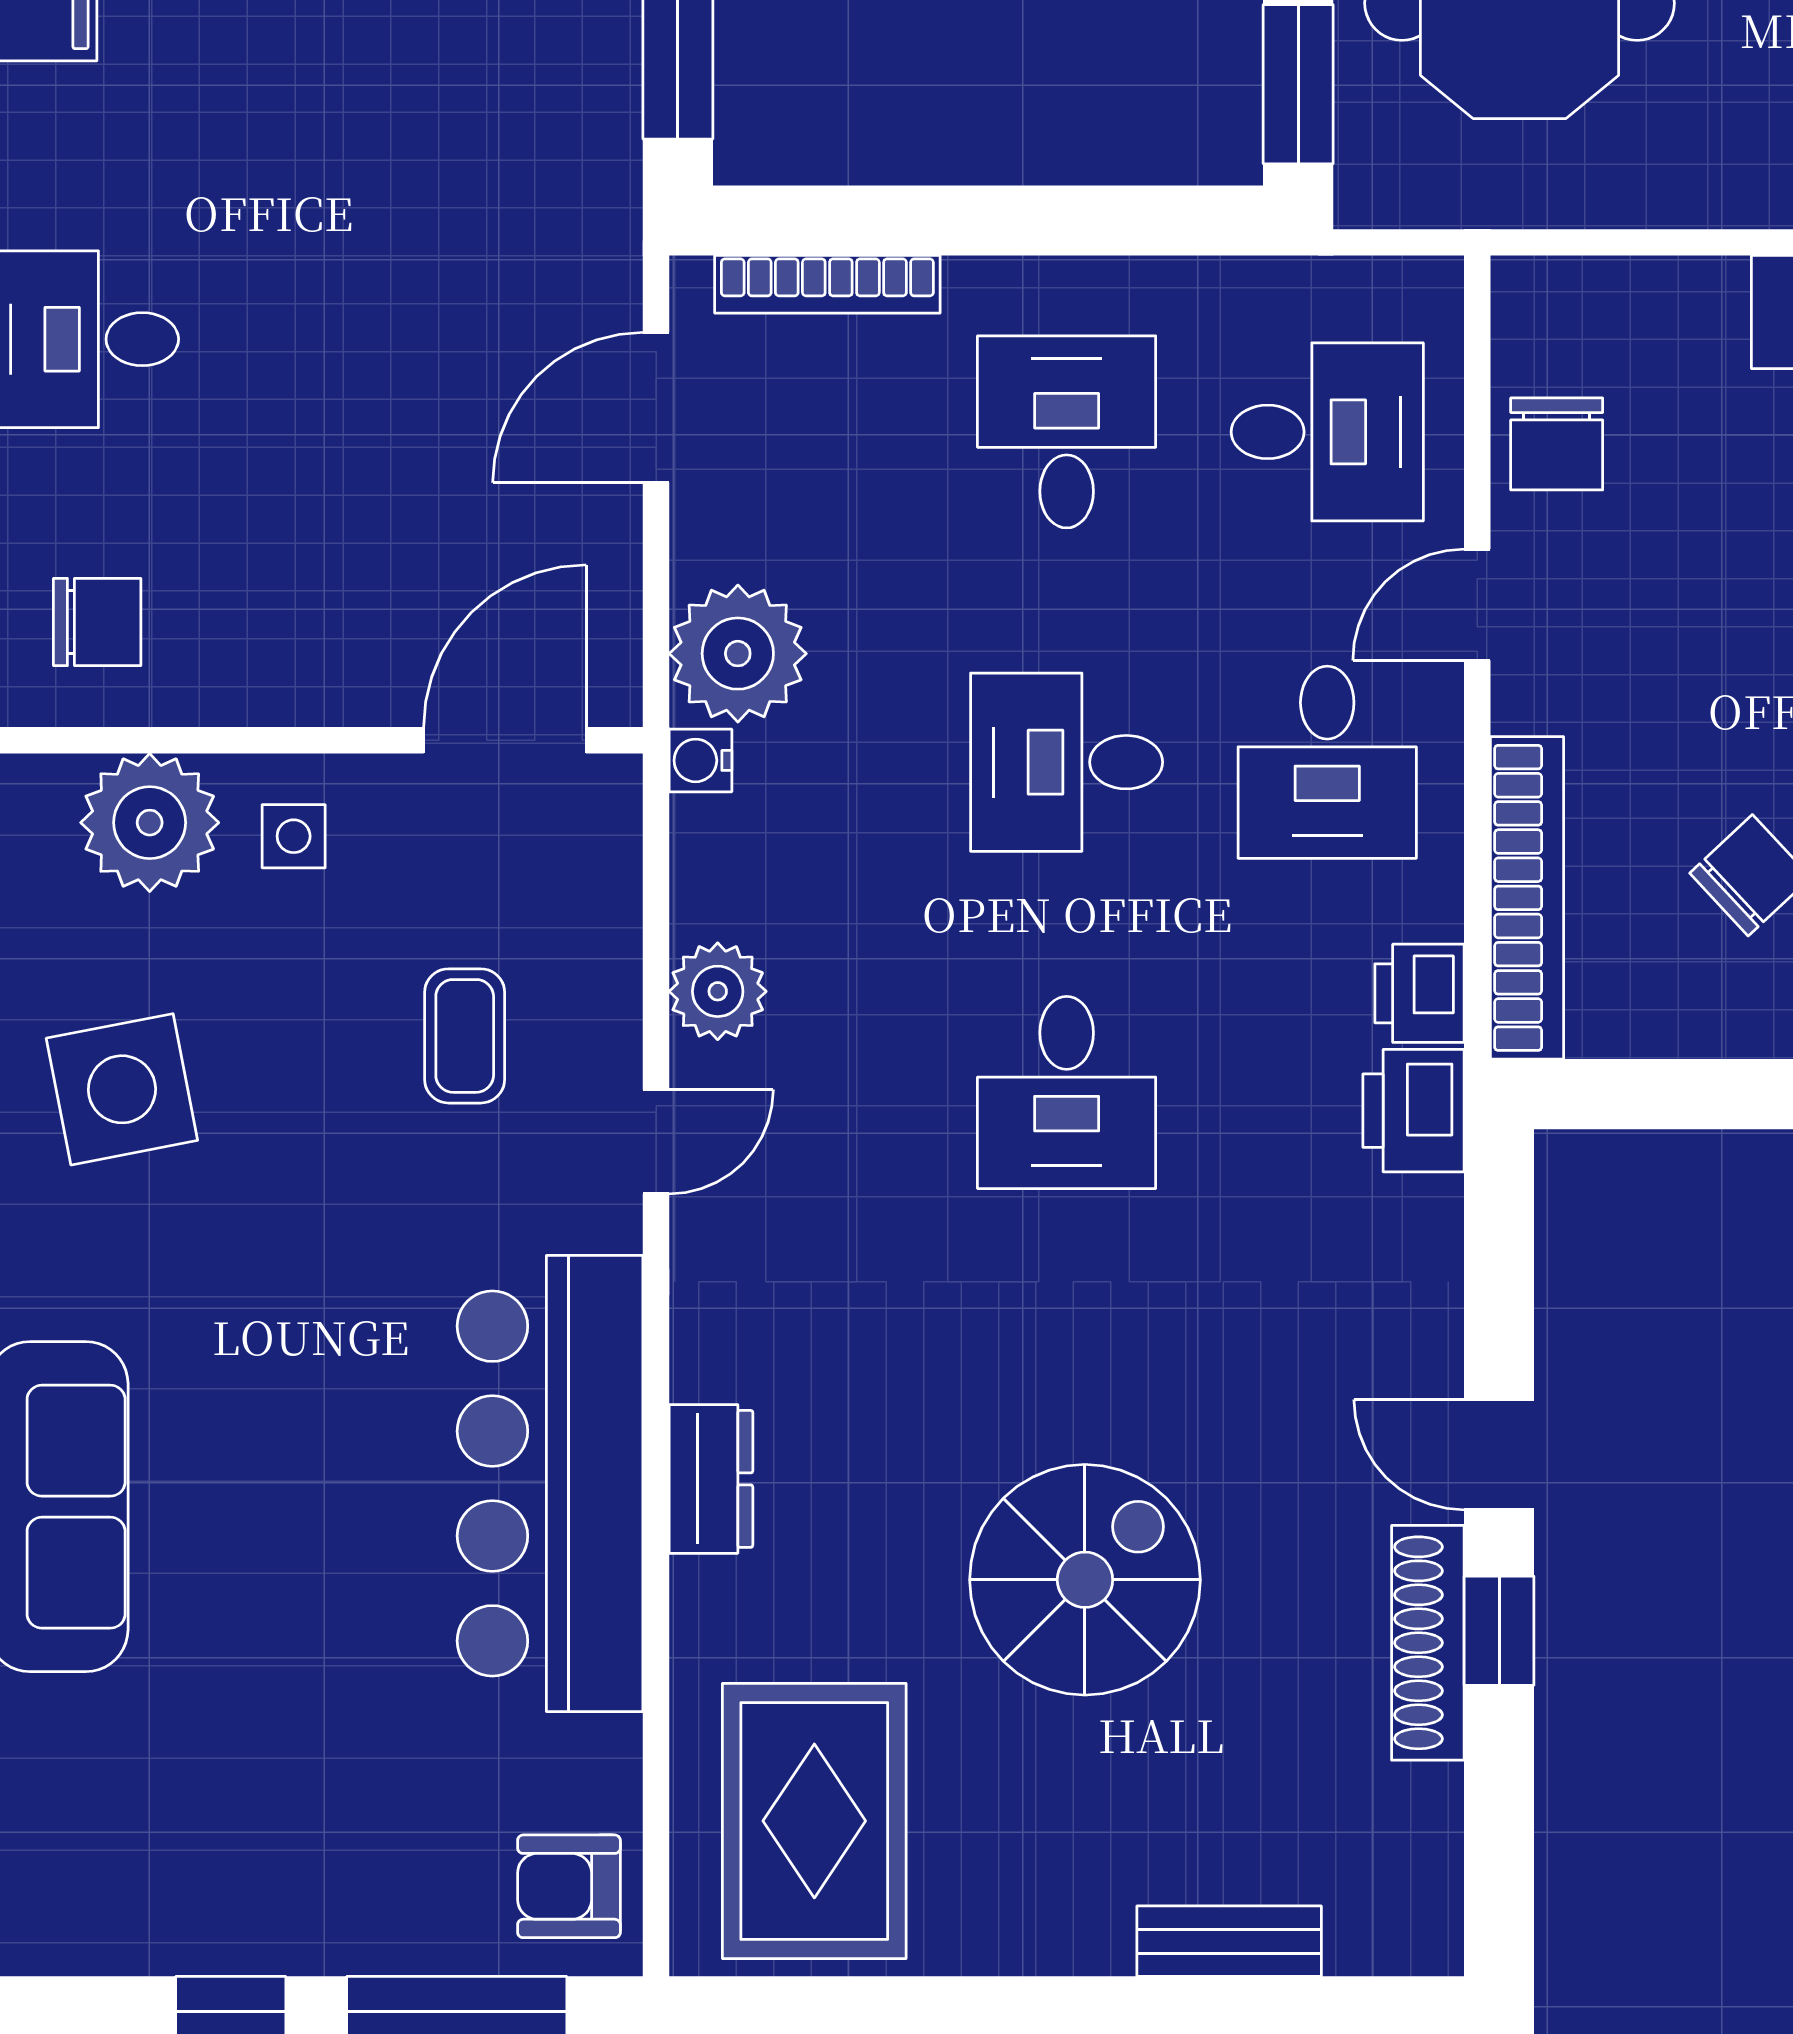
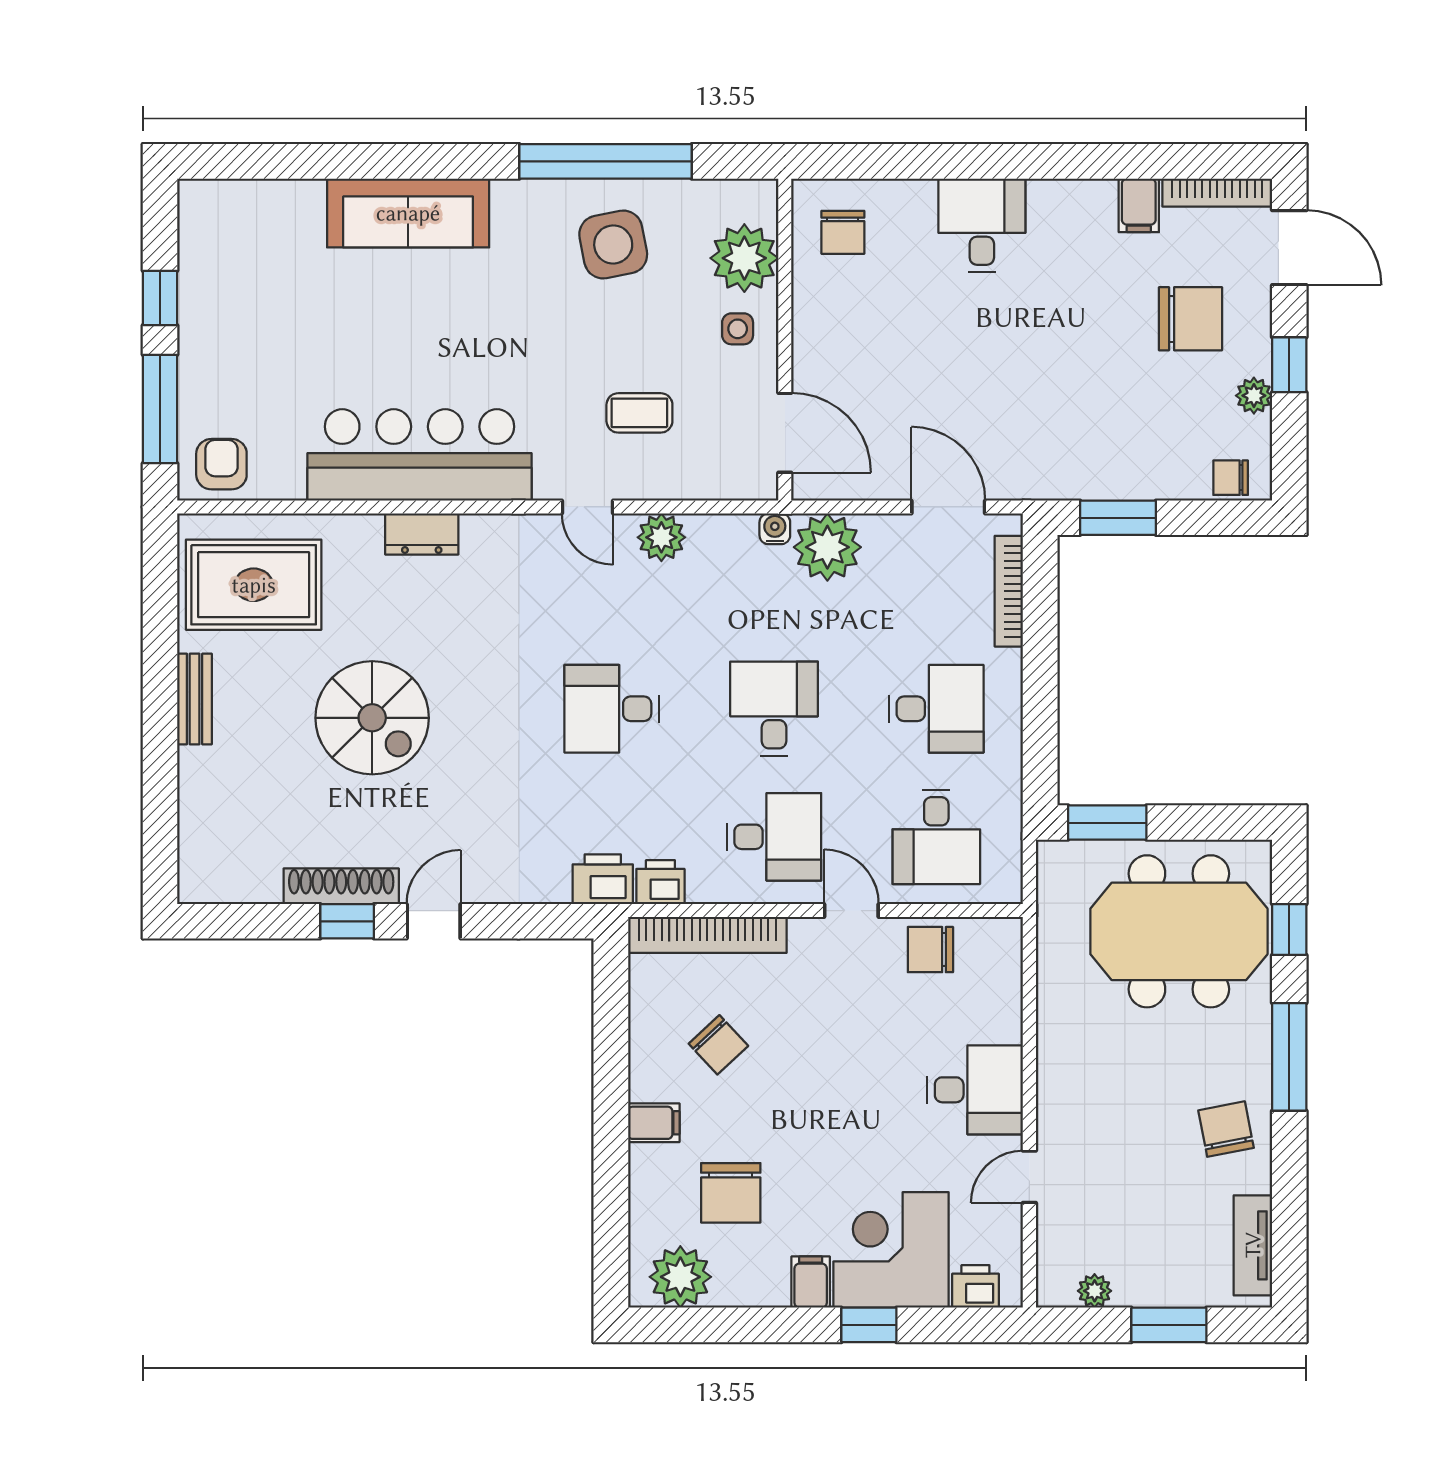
desk: (1327, 762) -> (774, 837), turned 180
bench: (1229, 1941) -> (195, 699), moved

